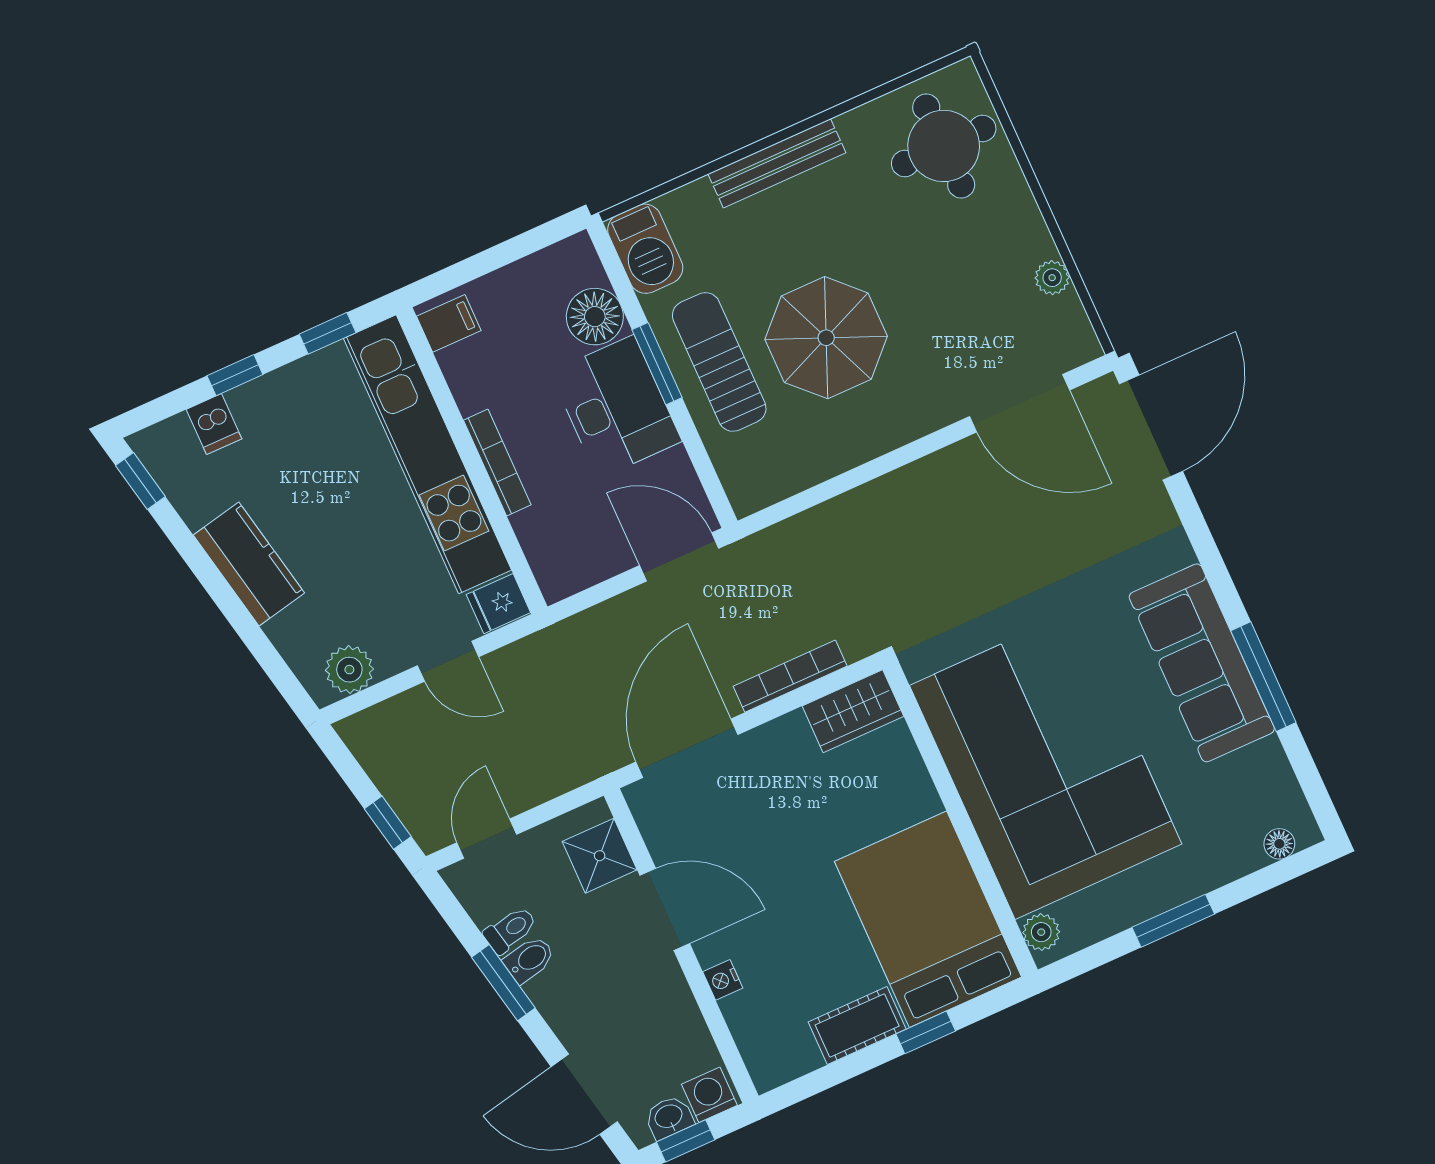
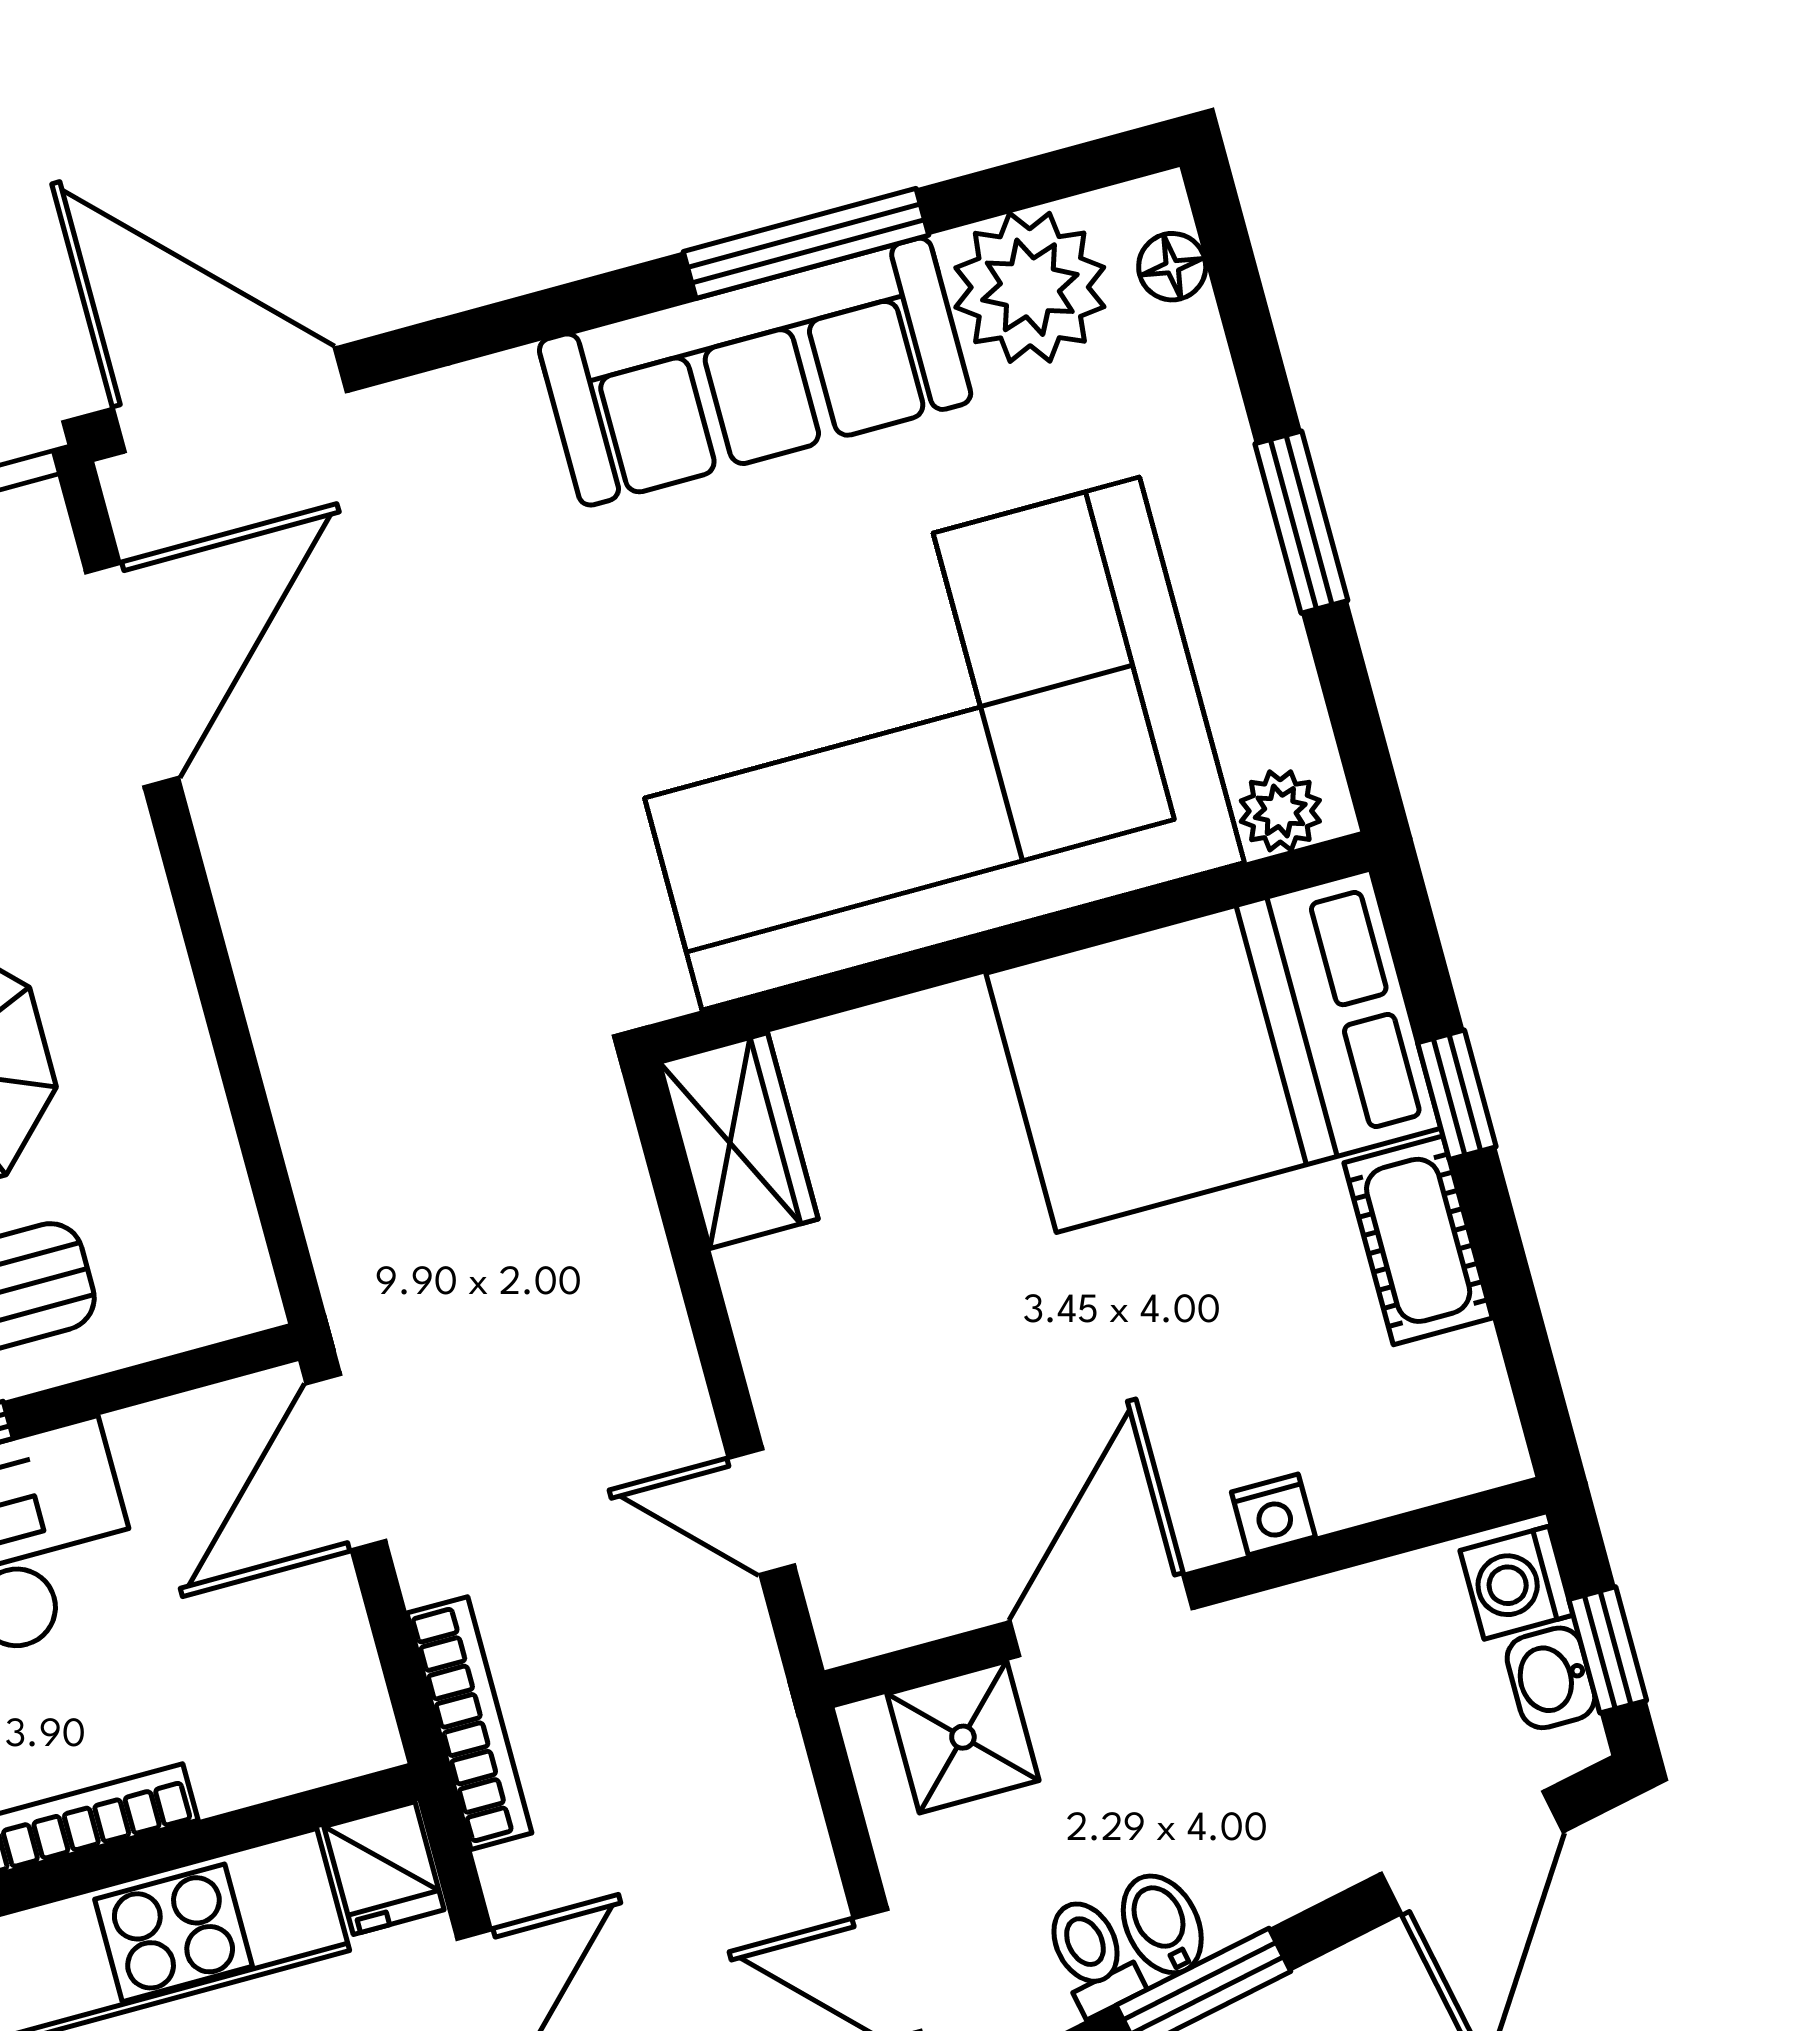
bookcase: (790, 676) -> (469, 1723), moved, turned 180
door: (687, 748) -> (761, 1512), width x0.53
plant: (1260, 781) -> (1030, 287), added

